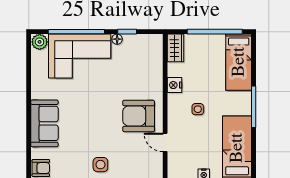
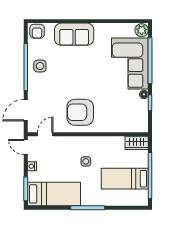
bed: (239, 62) -> (125, 179), moved
nightstand: (174, 85) -> (106, 142), removed
armchair: (139, 116) -> (80, 112), turned -90
door: (165, 142) -> (45, 134), moved
side table: (100, 165) -> (40, 66), moved

